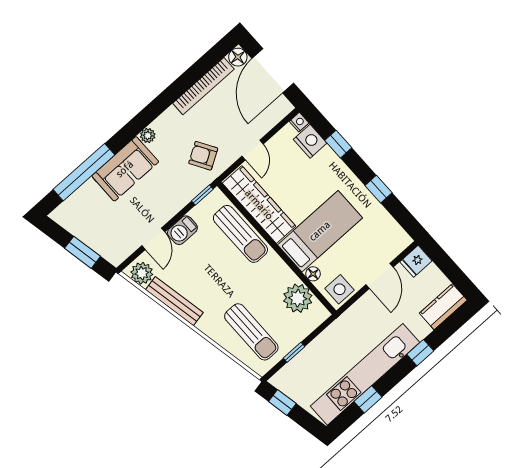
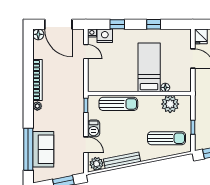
bookcase: (203, 86) -> (38, 80), moved
door: (253, 150) -> (86, 52), moved
armchair: (203, 156) -> (69, 89), removed
sofa: (125, 169) -> (43, 149), moved
wardrobe: (259, 205) -> (113, 84), removed
side table: (340, 289) -> (183, 82), removed

